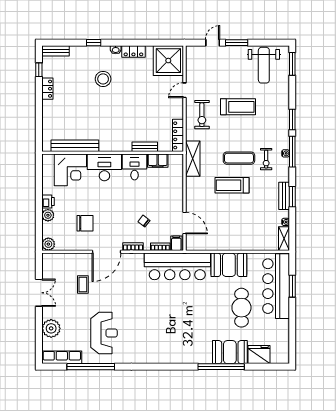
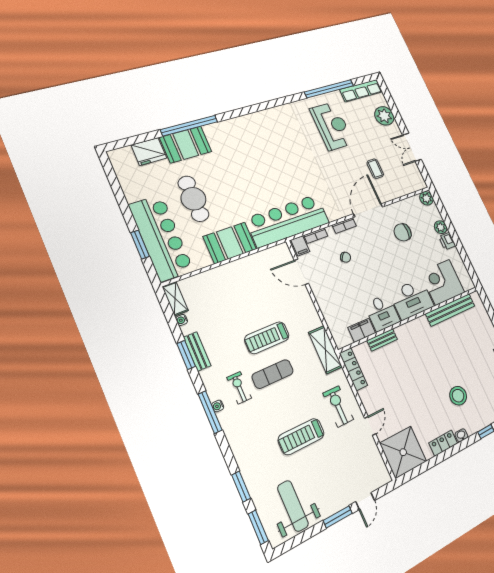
window: (292, 119) -> (241, 487), moved
treadmill: (232, 185) -> (267, 338), turned 180
reception desk: (104, 333) -> (332, 126), turned 180

